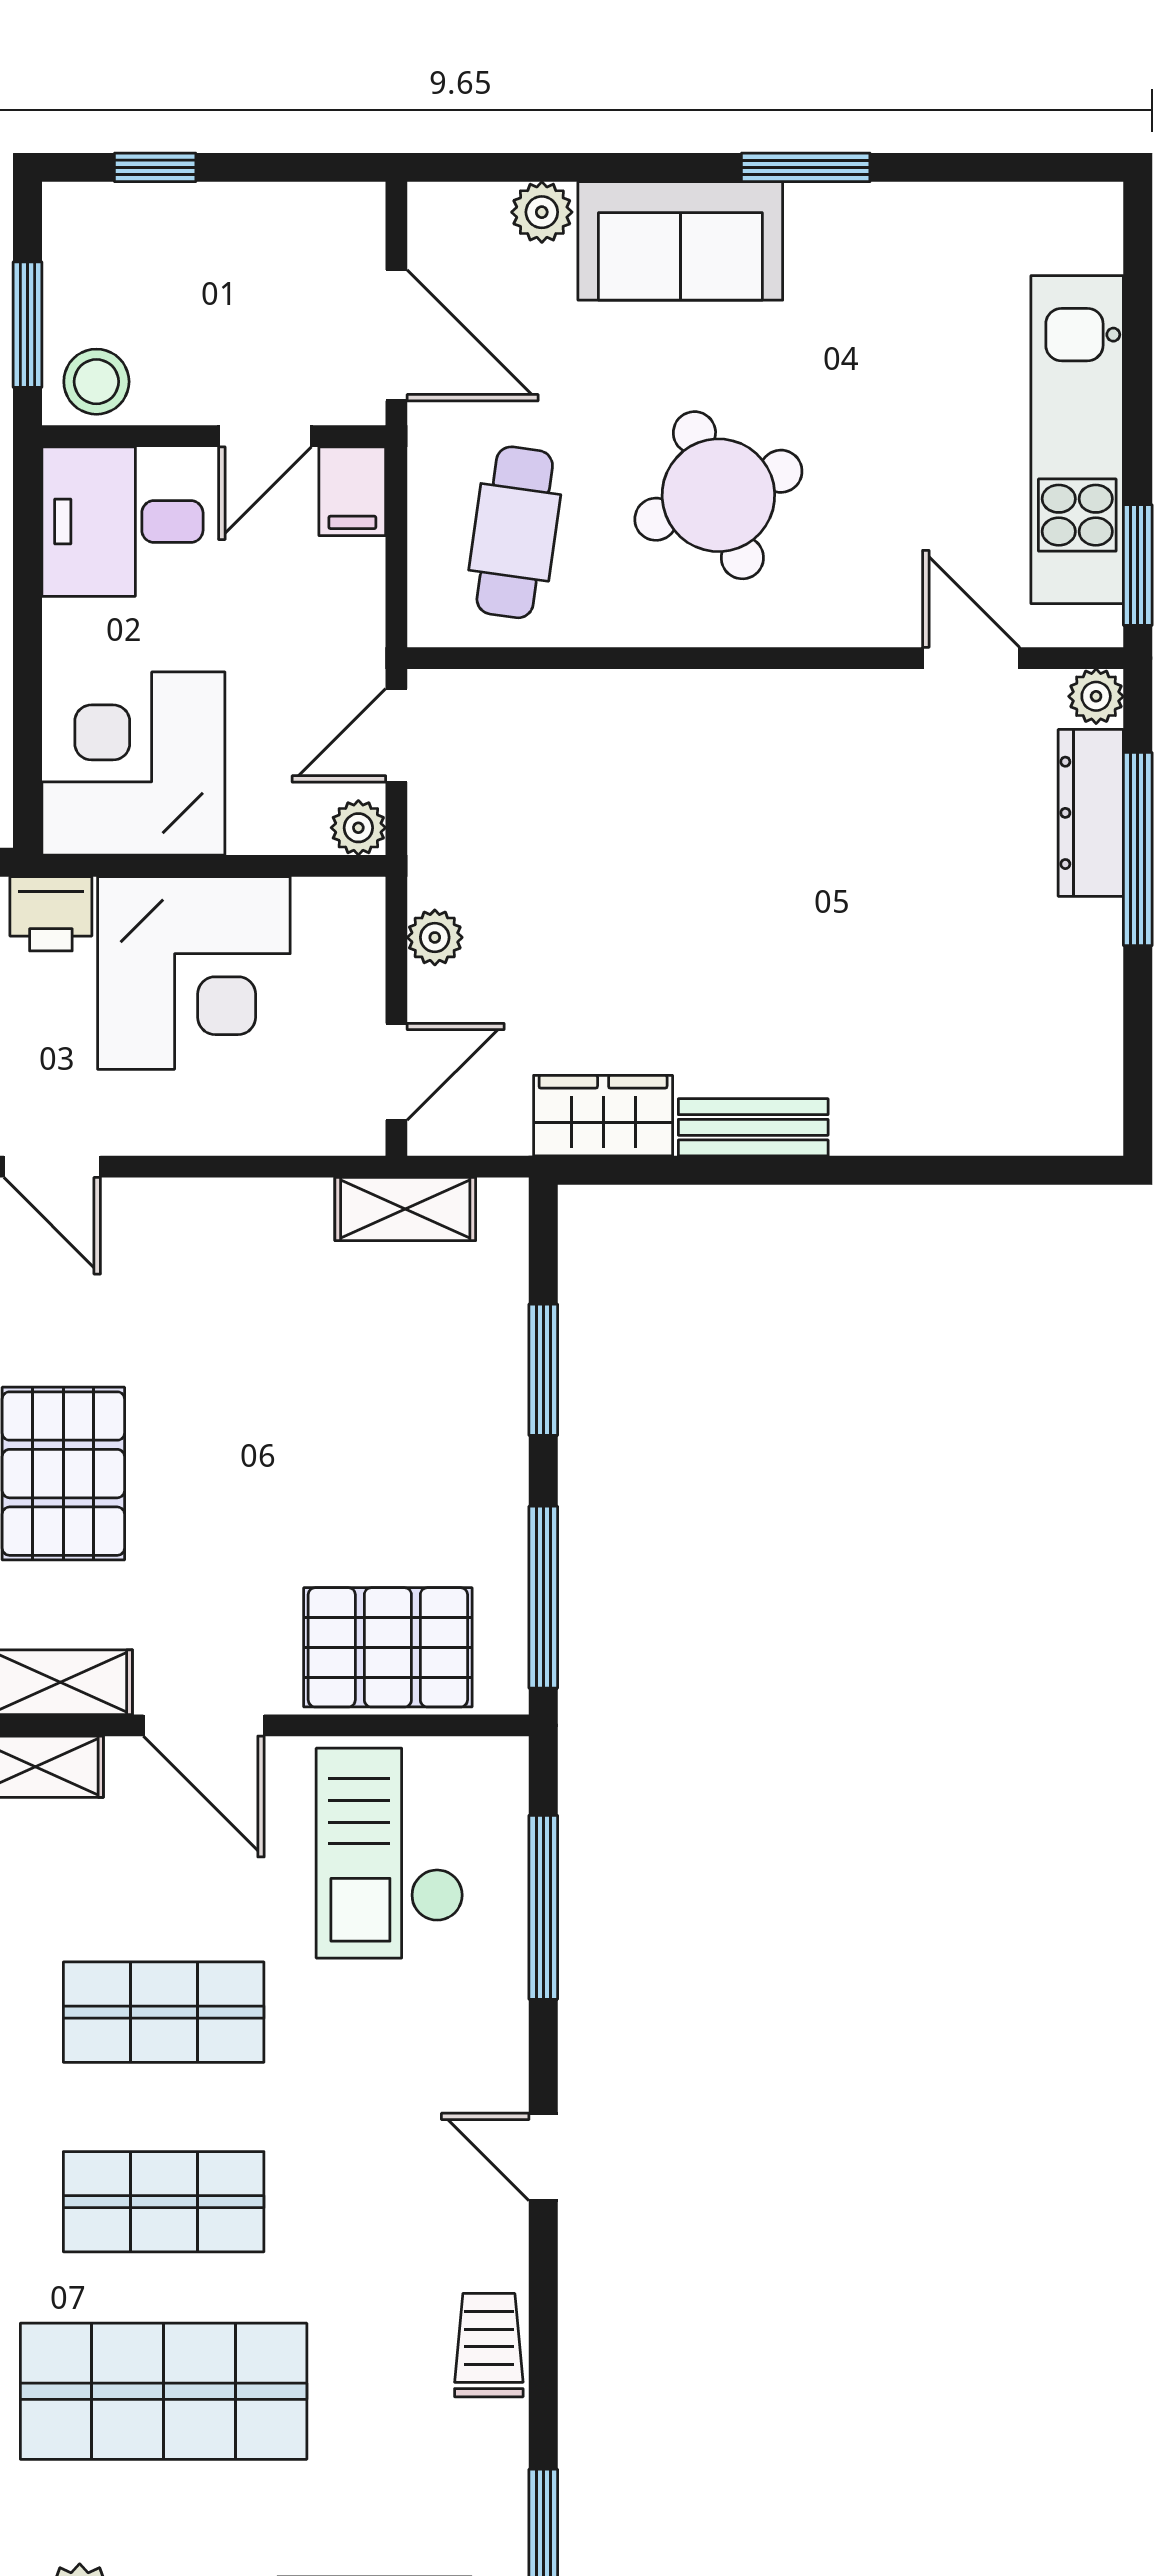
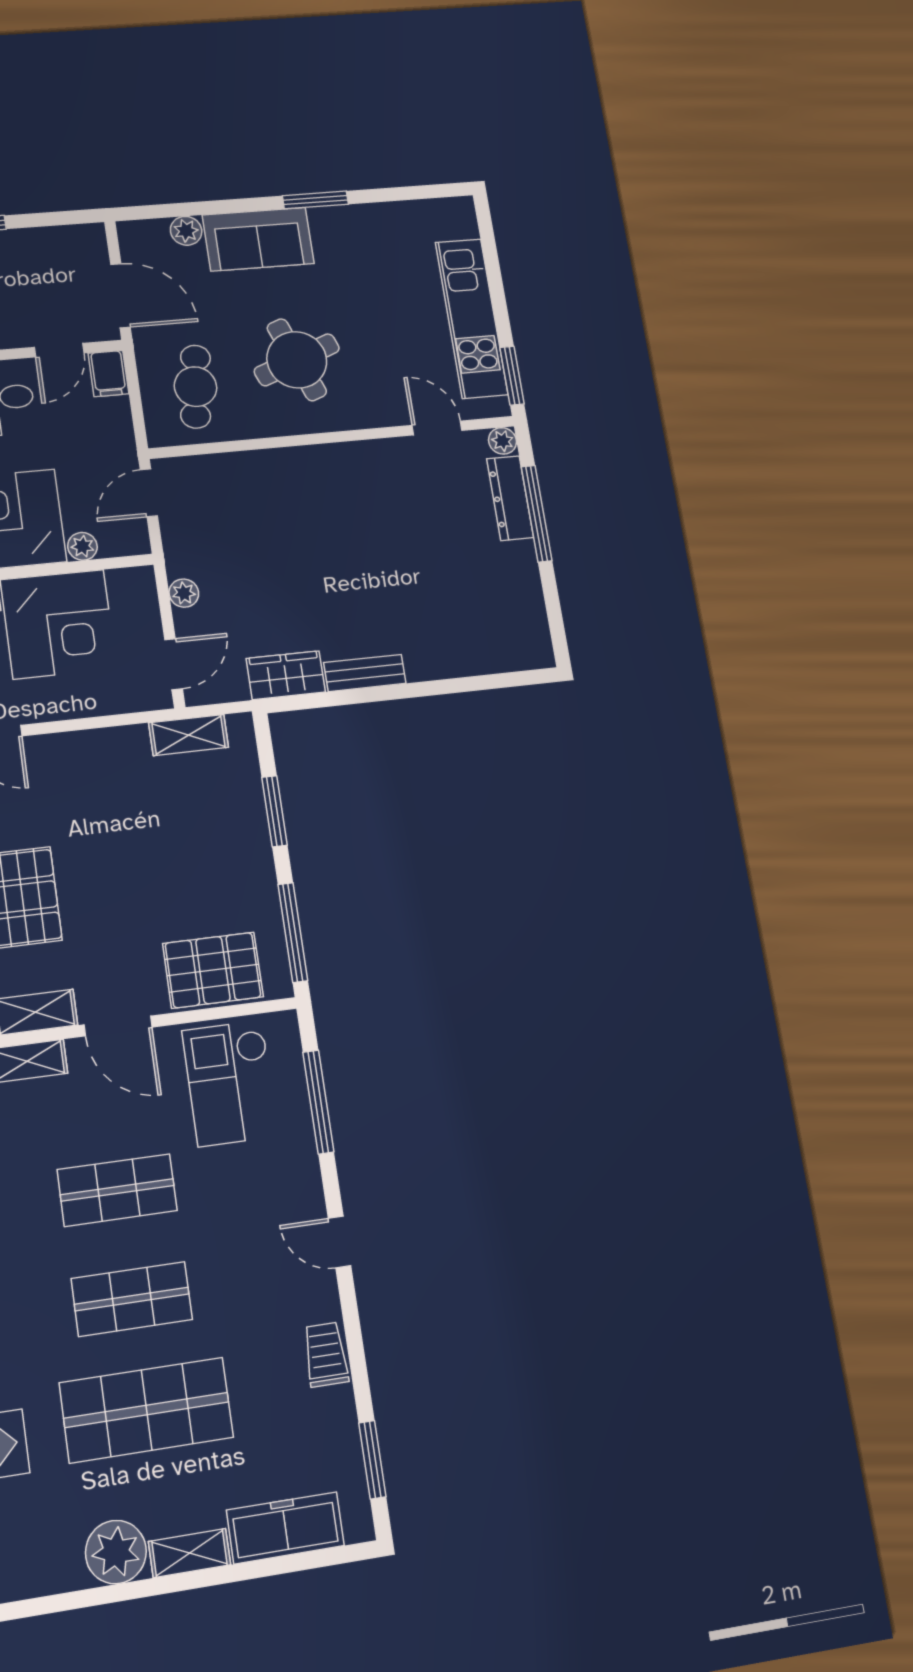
plant: (358, 828) -> (82, 546), moved

